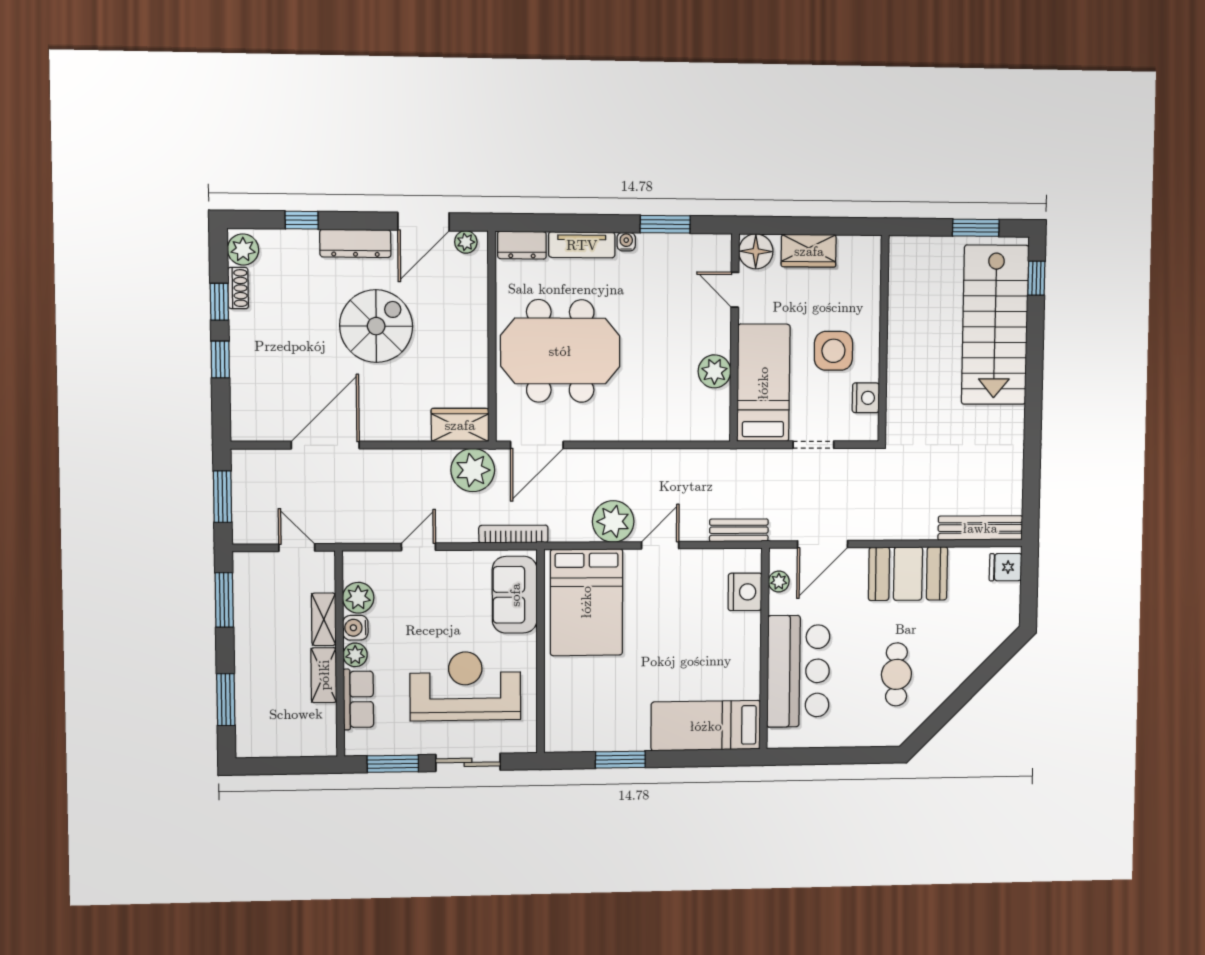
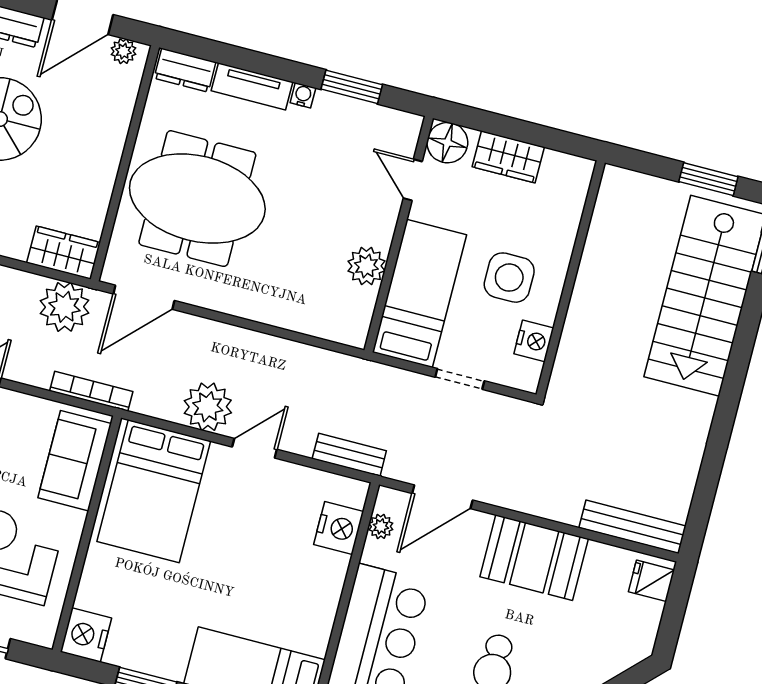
nightstand: (561, 733) -> (86, 635), added

